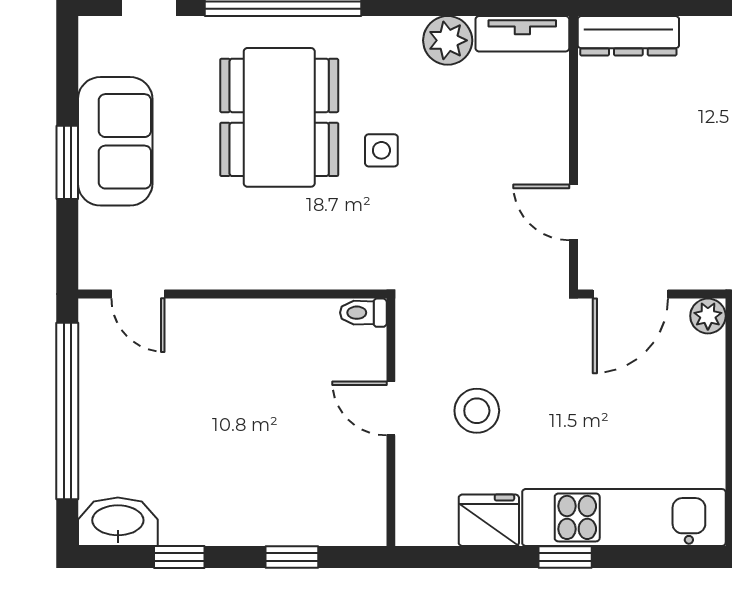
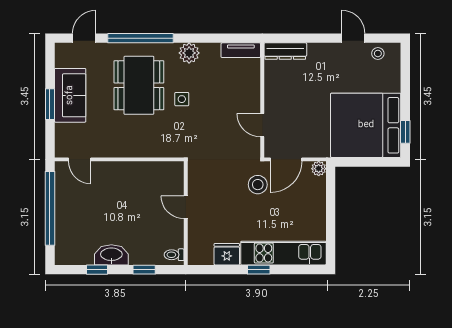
plant: (448, 40) -> (189, 53), moved
toilet: (363, 313) -> (174, 255), moved
stool: (477, 411) -> (258, 185), moved
washbasin: (118, 522) -> (111, 255), moved

